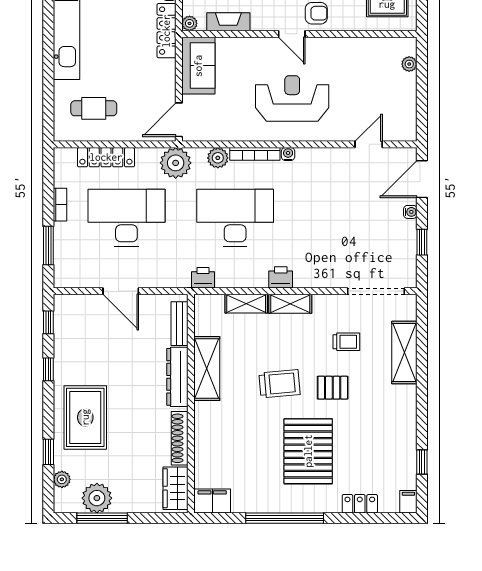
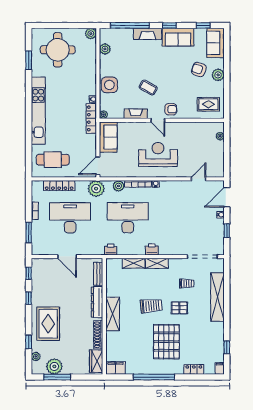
fireplace: (228, 22) -> (136, 114), moved
cafe table: (94, 108) -> (53, 160), width x1.37, depth x1.35
shelving: (404, 353) -> (217, 297), width x1.47
shelving: (207, 368) -> (113, 314), moved

